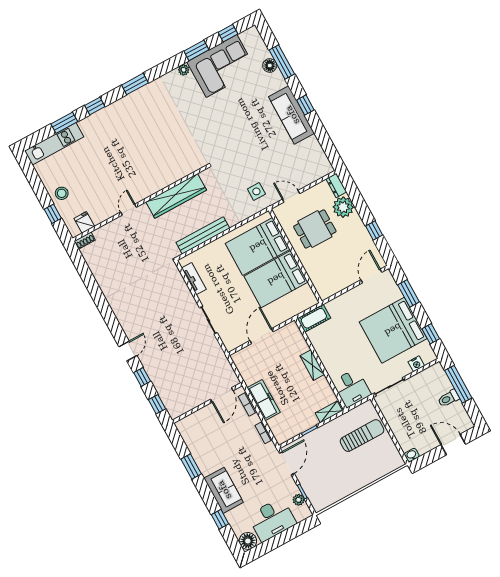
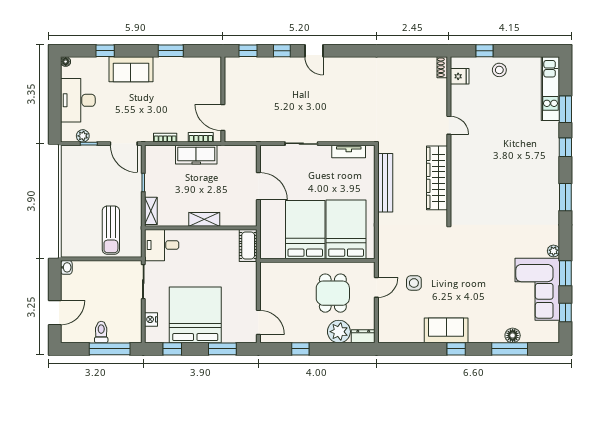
sofa: (292, 115) -> (446, 330), width x0.73
side table: (256, 191) -> (414, 283), moved
floor lamp: (248, 541) -> (66, 62), width x0.53, depth x0.53

